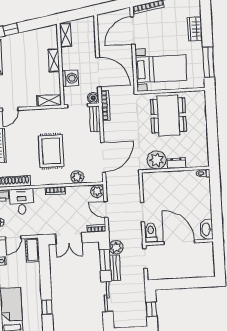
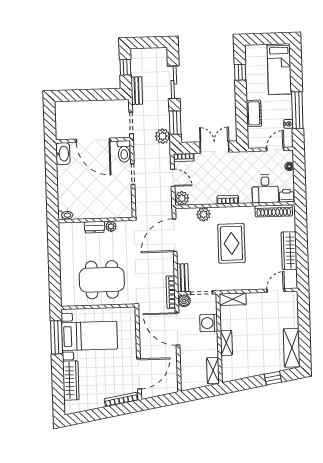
wardrobe: (195, 29) -> (71, 381), width x1.50
bed with nightstands: (161, 69) -> (89, 336), moved, turned 180
dining table: (168, 115) -> (102, 280), turned 90
plant: (157, 160) -> (111, 226), width x0.53, depth x0.53
cot: (32, 250) -> (254, 113), moved
bench: (115, 268) -> (137, 91), moved

